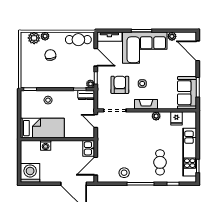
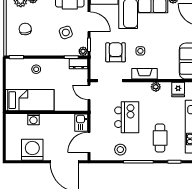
chair: (50, 55) -> (25, 29), moved
side table: (75, 67) -> (66, 32), added
kitchen island: (130, 143) -> (127, 117), added
washing machine: (30, 173) -> (32, 150), moved

